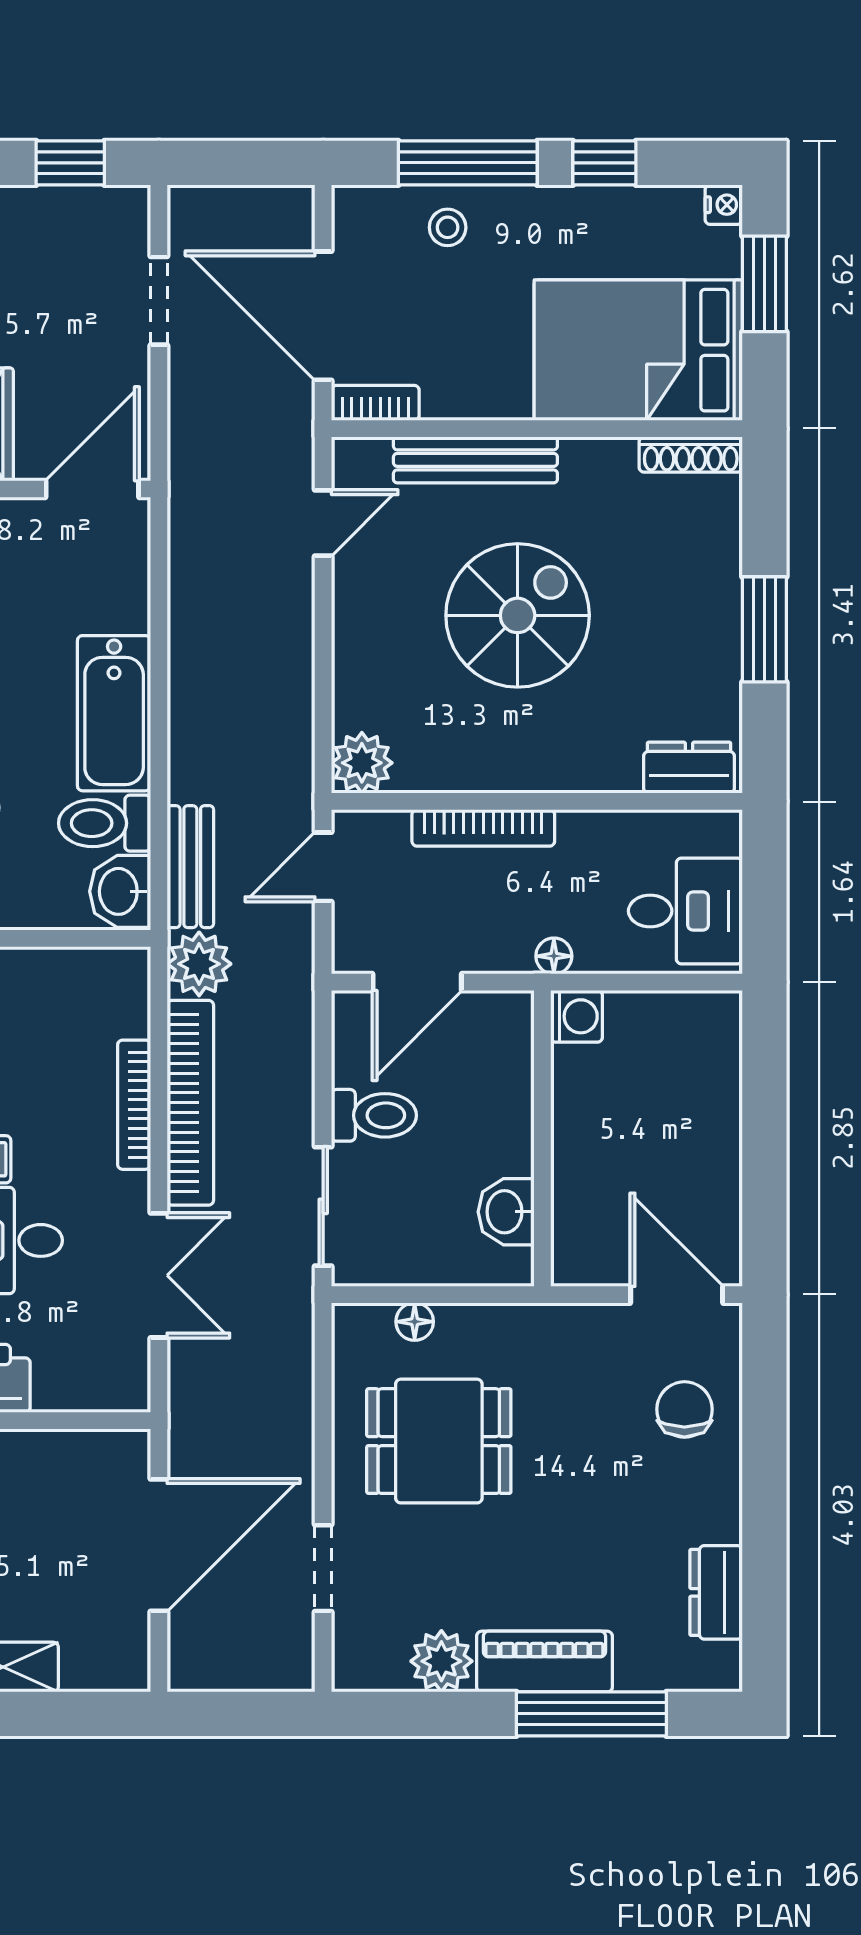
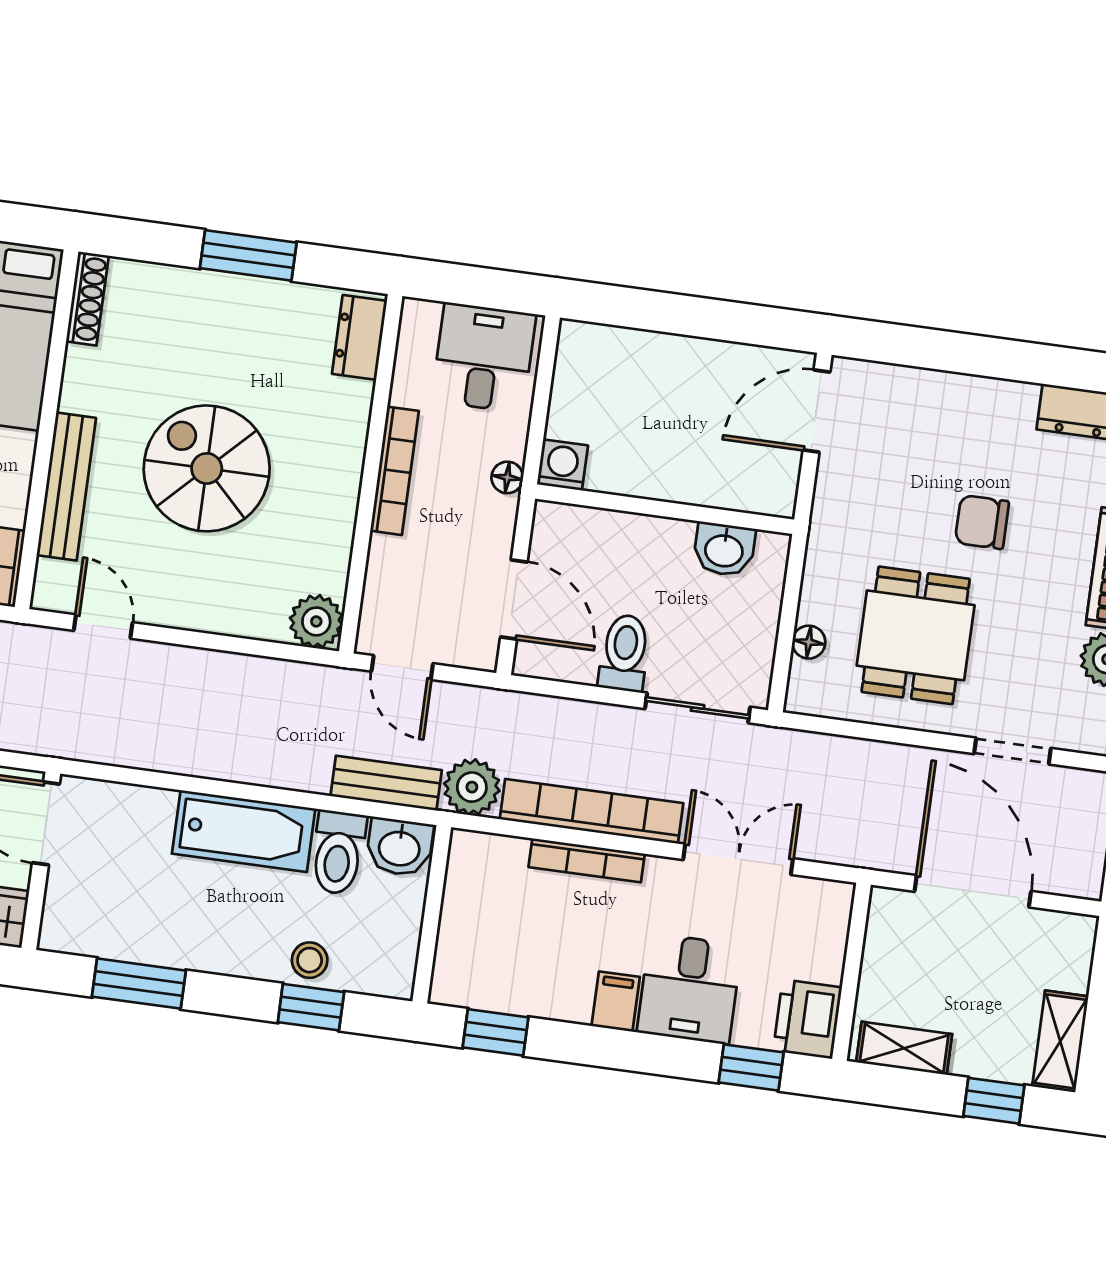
bookcase: (483, 828) -> (395, 471), moved
chair: (684, 1409) -> (982, 522), moved

